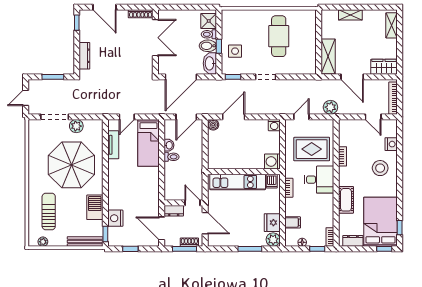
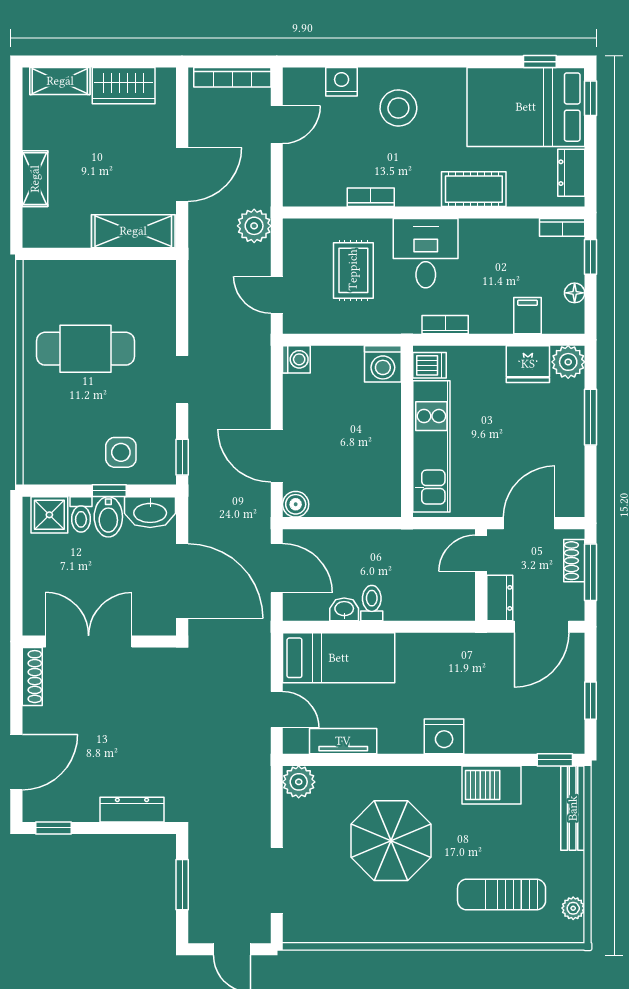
wardrobe: (384, 67) -> (124, 86), moved, turned -90
plant: (76, 126) -> (299, 782), moved
rug: (312, 149) -> (353, 270), width x0.73, depth x0.70
parasol: (71, 165) -> (391, 841), width x0.73, depth x0.73
nightstand: (115, 218) -> (444, 736), moved

